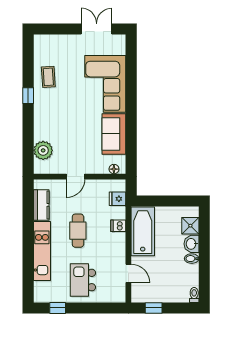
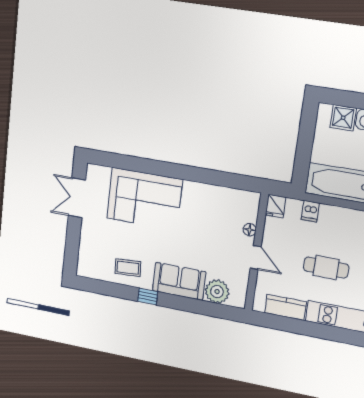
sofa: (114, 134) -> (179, 281), moved, turned 180
floor lamp: (114, 169) -> (250, 230), moved
fridge: (118, 199) -> (276, 206), moved
dishwasher: (118, 226) -> (310, 211), moved

